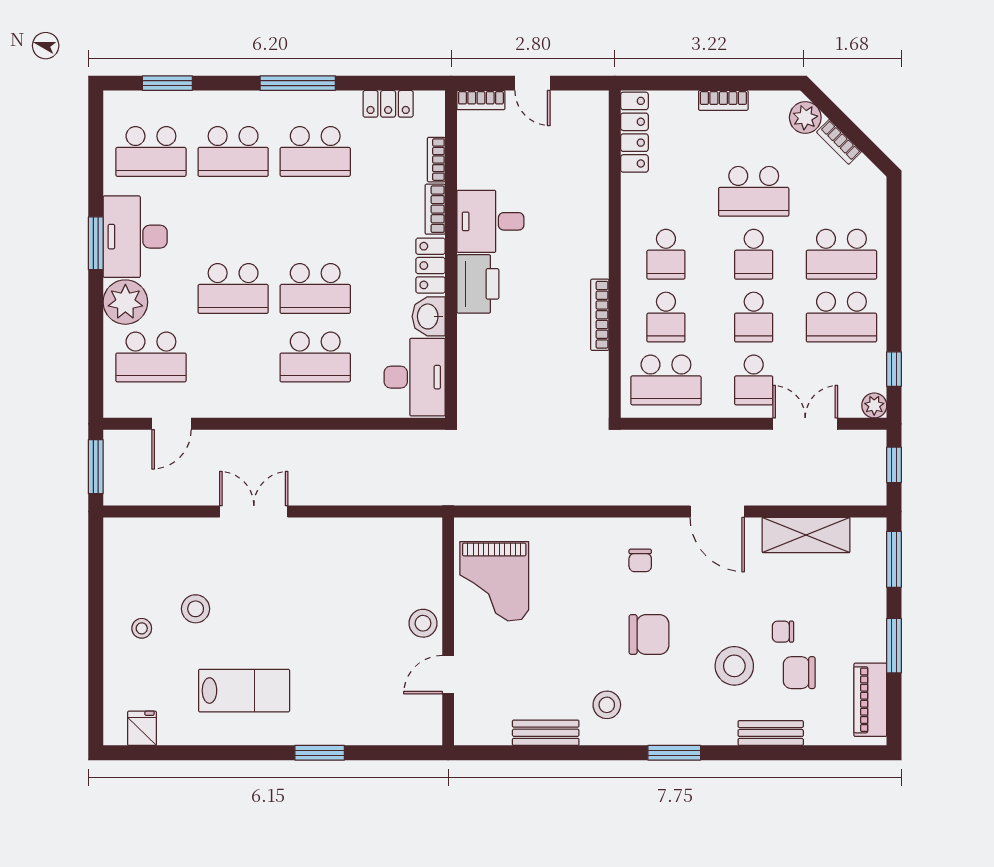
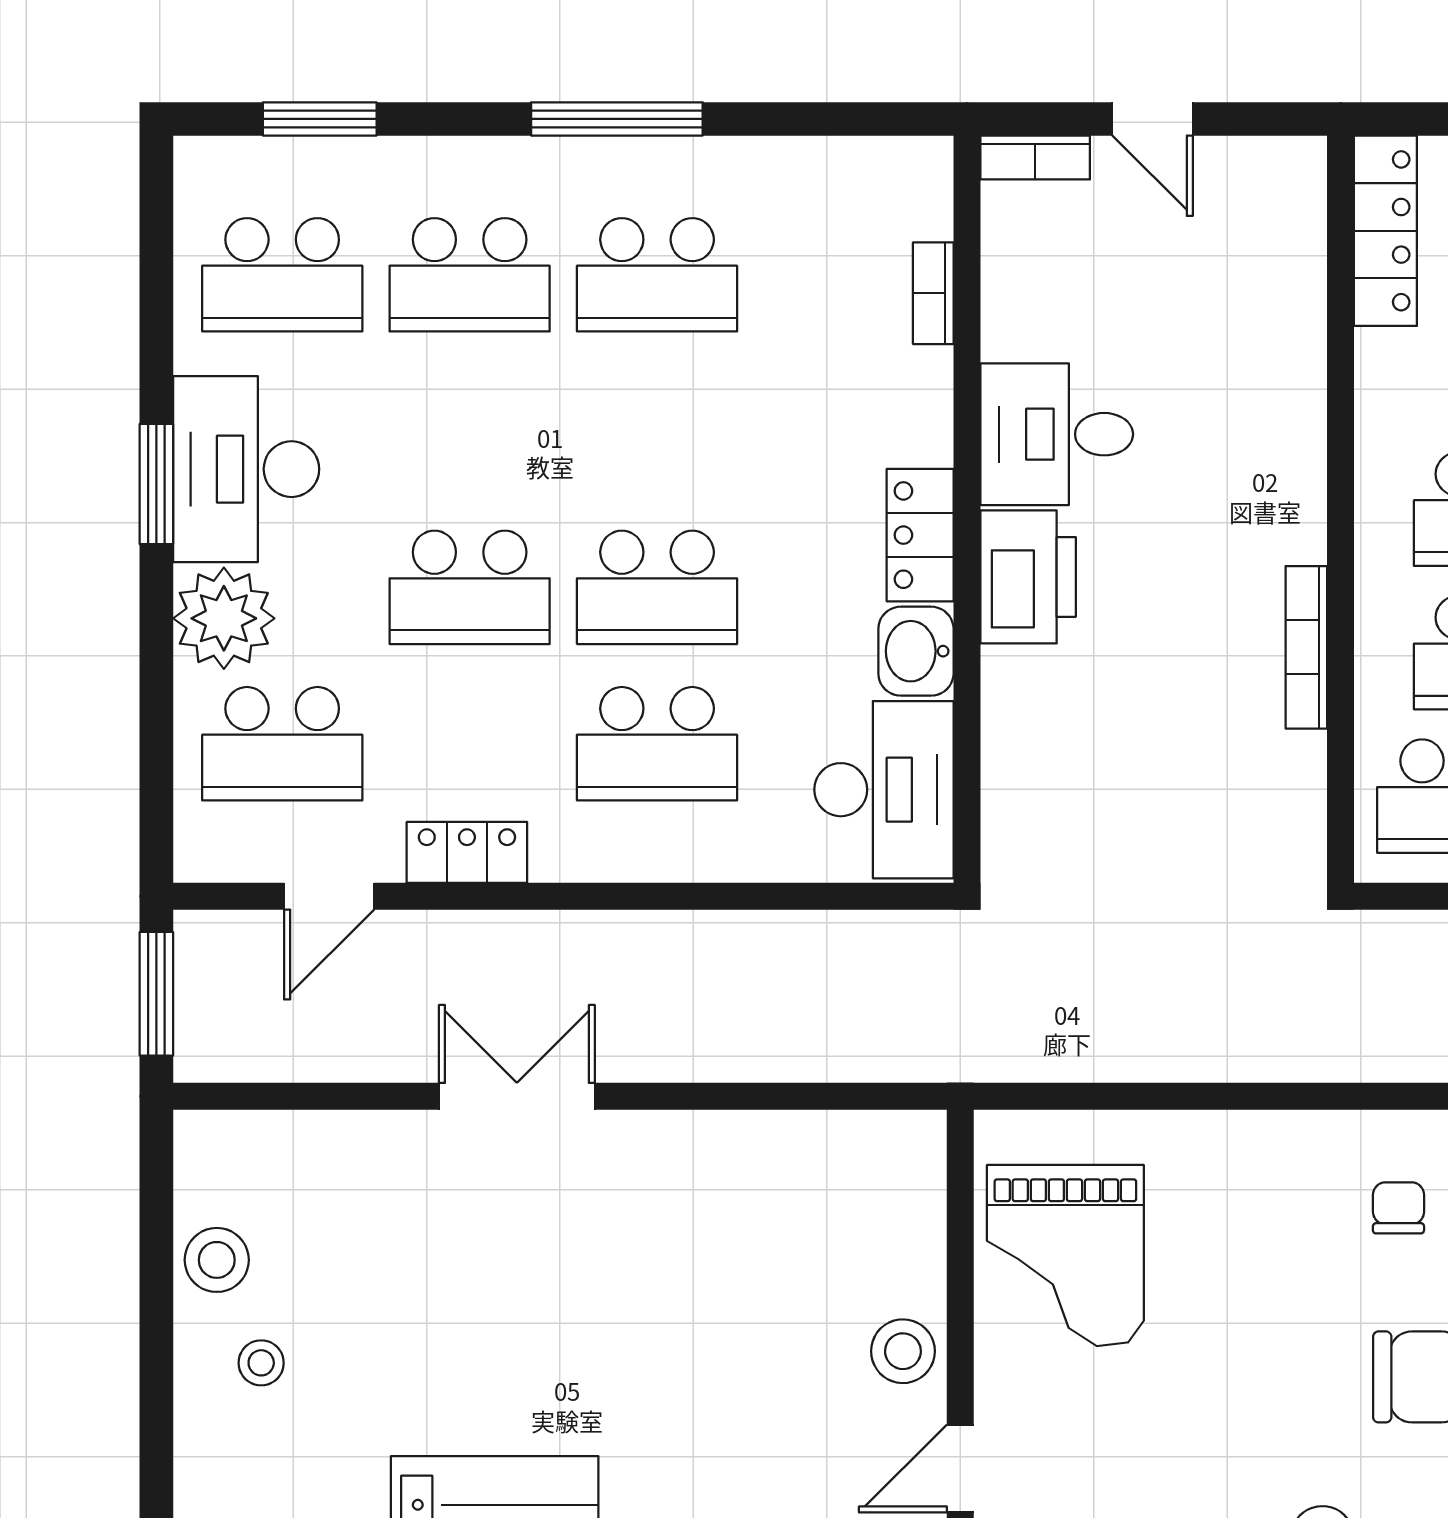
locker: (388, 104) -> (467, 852), moved, turned 180
bookcase: (435, 209) -> (931, 406), removed
chair: (640, 560) -> (1398, 1208), turned 180
stool: (196, 609) -> (217, 1260), moved

